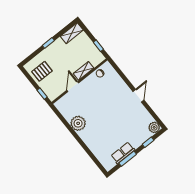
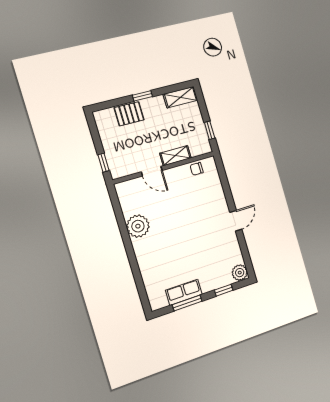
pallet: (42, 71) -> (129, 114), moved
door: (73, 87) -> (152, 171), swing flipped

